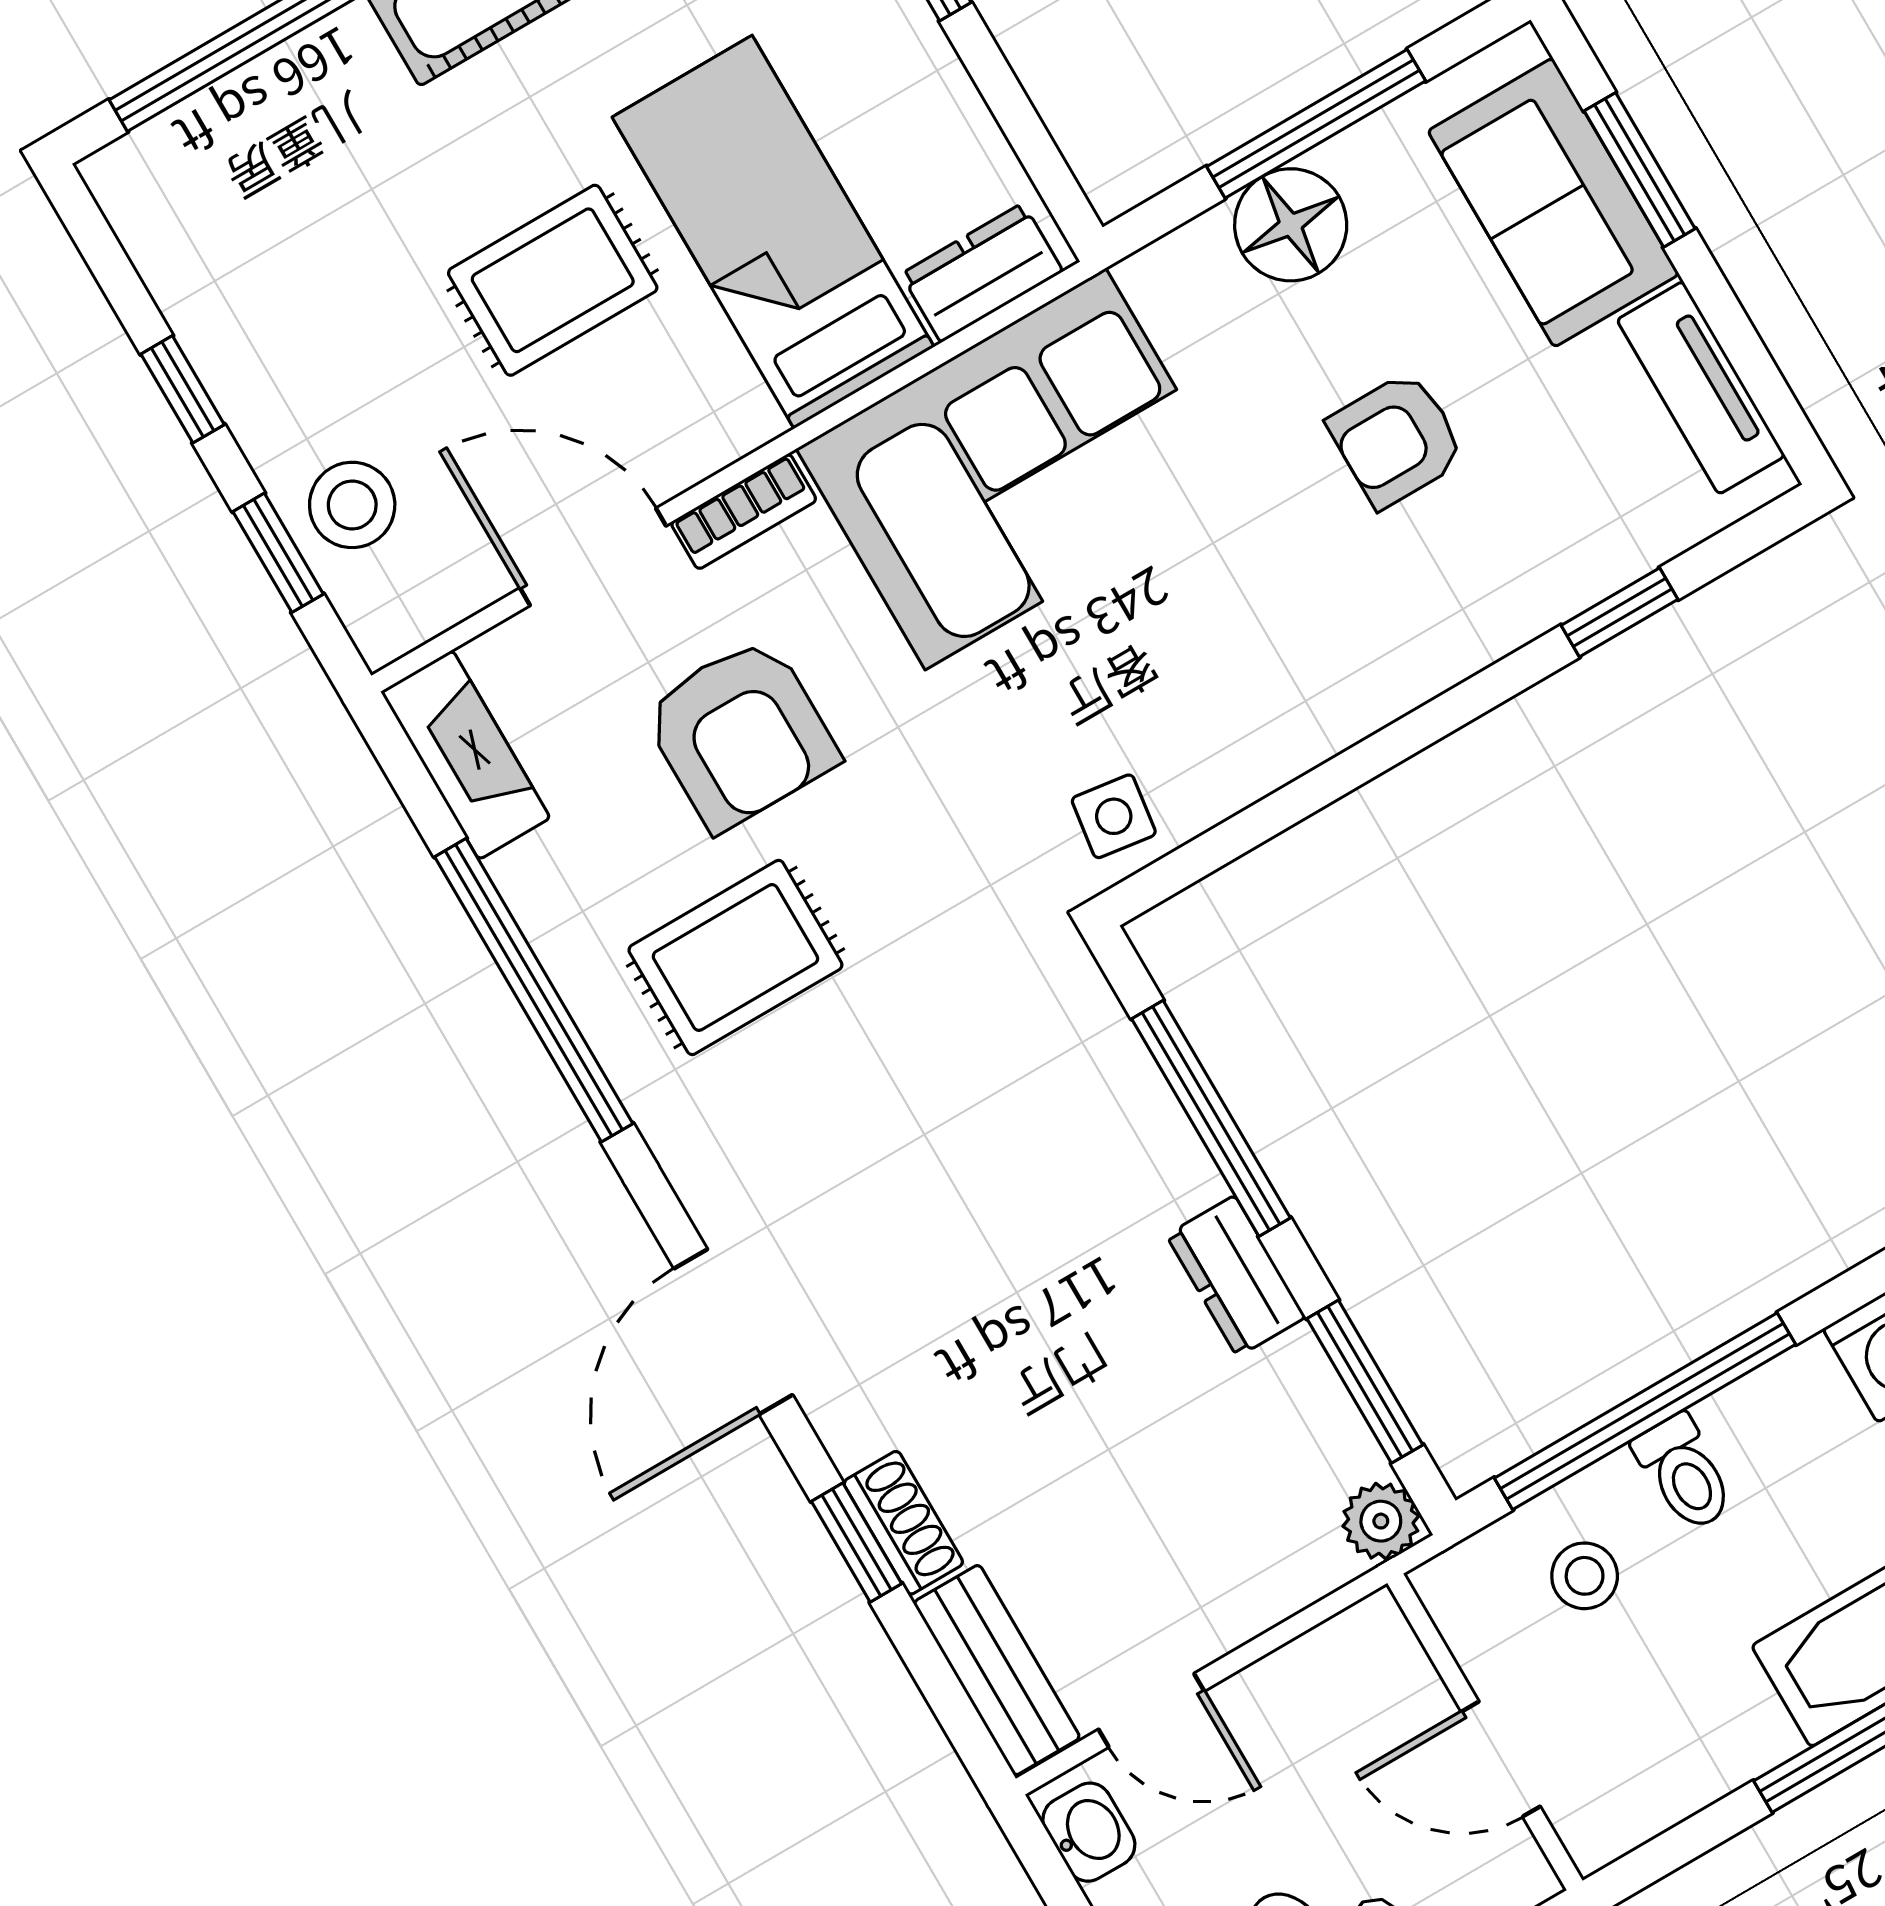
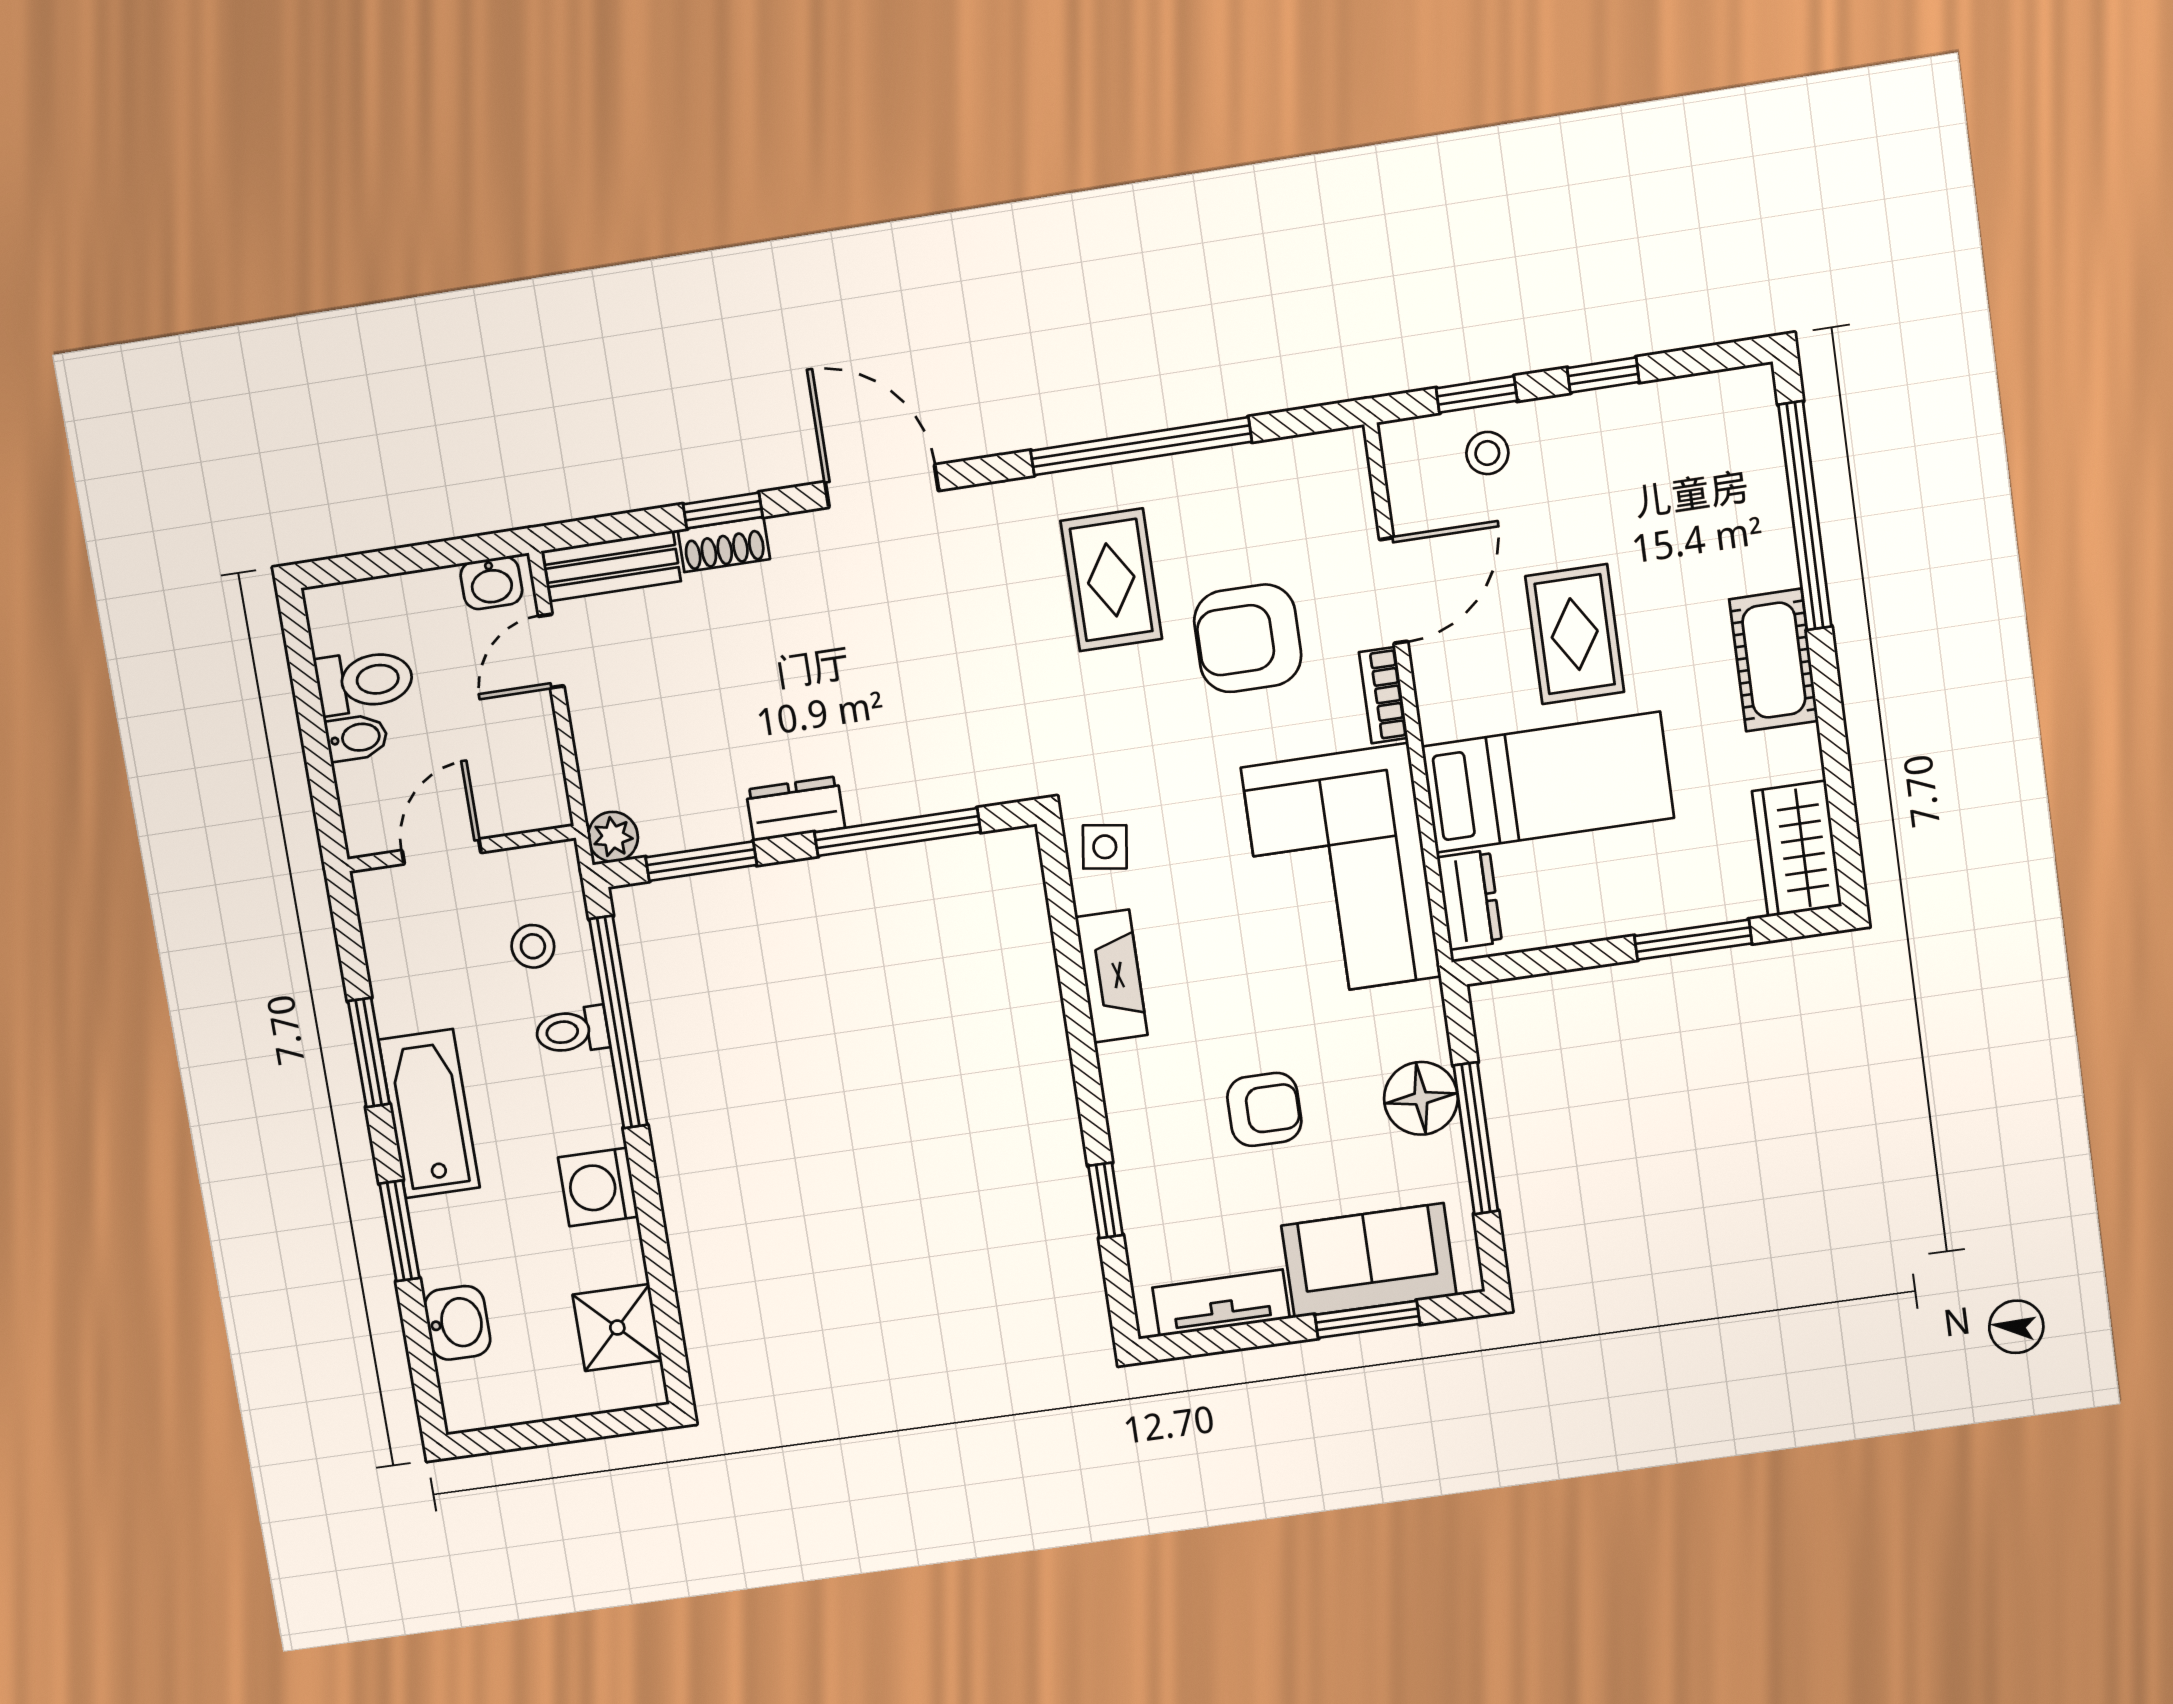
armchair: (1397, 440) -> (1264, 1109), turned 90
stool: (352, 505) -> (1487, 453), width x0.73, depth x0.73
fireplace: (466, 755) -> (1111, 976), moved, turned -90

